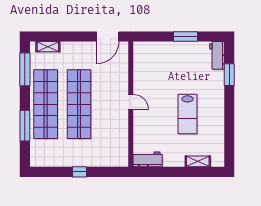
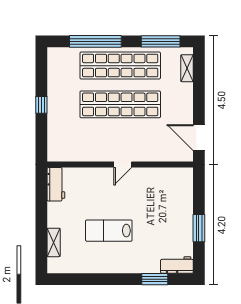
window: (25, 126) -> (95, 41), width x1.46

